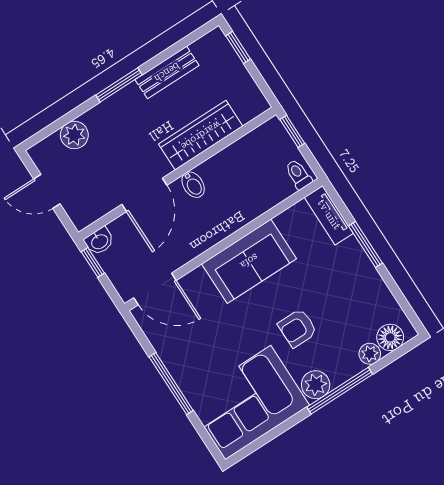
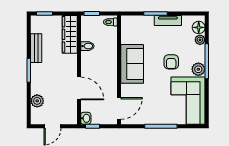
wardrobe: (201, 135) -> (70, 34), moved
bidet: (193, 185) -> (87, 46), moved
tv unit: (329, 215) -> (168, 20), moved

